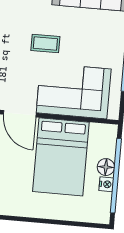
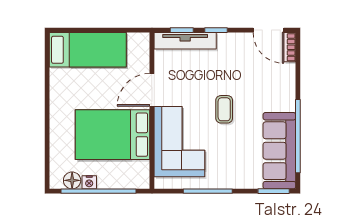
floor lamp: (106, 167) -> (72, 180), moved

